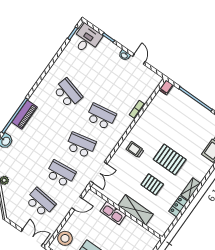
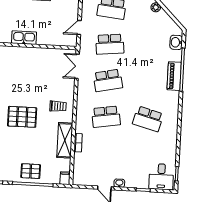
pallet: (152, 184) -> (31, 171), moved
shelving: (136, 210) -> (65, 140), moved, turned 90
kitchen sink: (113, 213) -> (24, 38), moved

